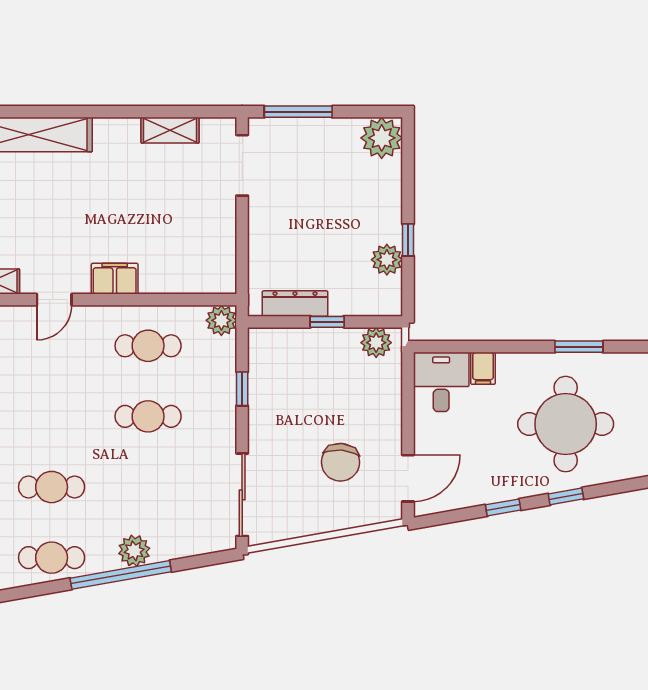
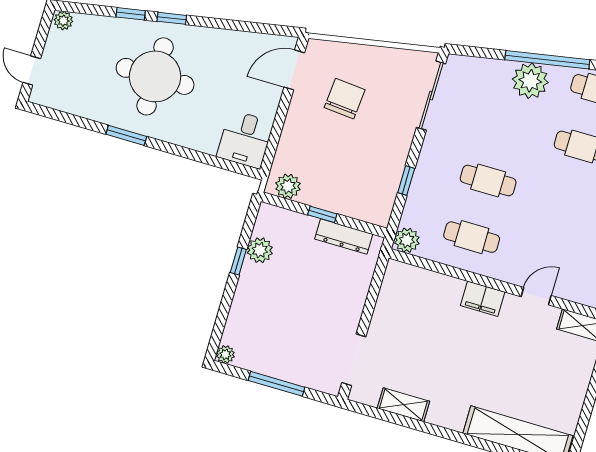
window: (298, 112) -> (276, 384), moved
plant: (382, 138) -> (225, 354), width x0.53, depth x0.53
filing cabinet: (483, 368) -> (208, 140), removed
window: (503, 507) -> (131, 14), moved
plant: (134, 551) -> (530, 81), width x1.36, depth x1.36

